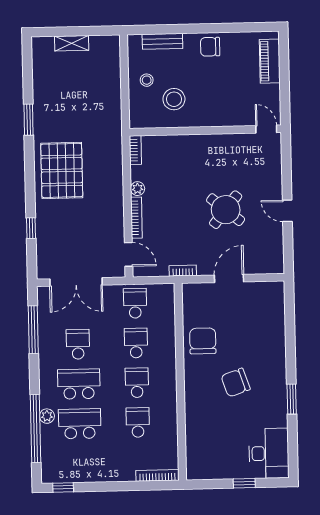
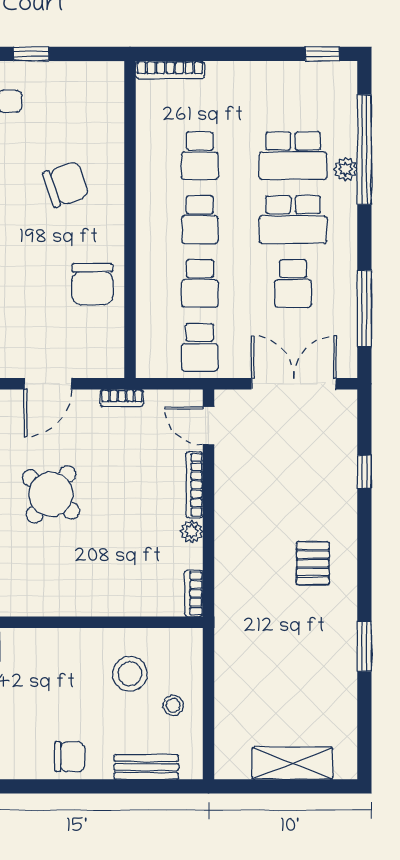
shelving: (72, 43) -> (292, 763), width x1.50, depth x1.33
pallet: (62, 170) -> (313, 563), width x0.49, depth x0.50
chair: (236, 383) -> (66, 184), moved

